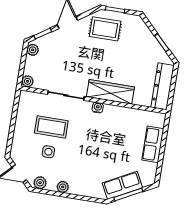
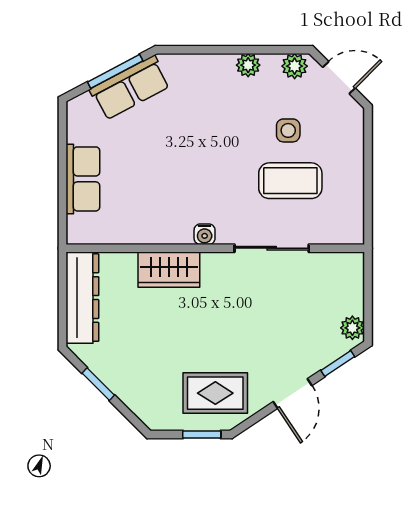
plant: (27, 81) -> (353, 264), removed
wardrobe: (110, 92) -> (169, 270), width x0.67

